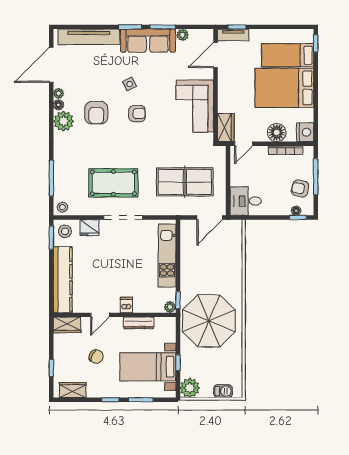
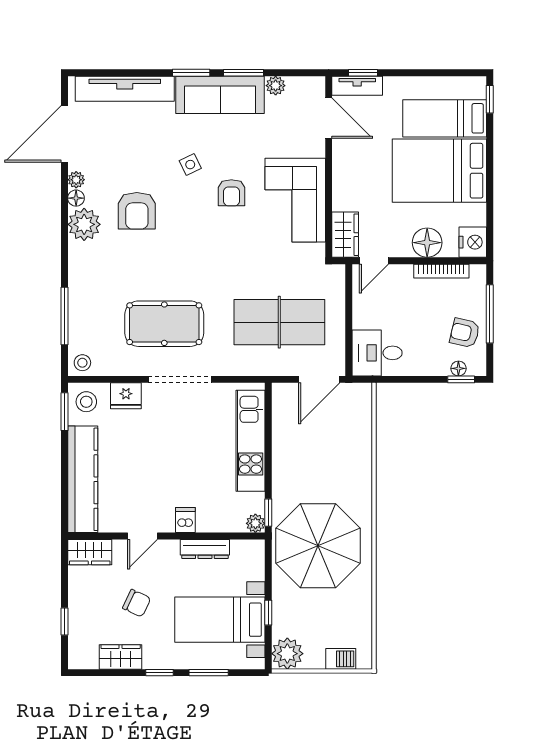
door: (216, 55) -> (329, 118), swing flipped
armchair: (137, 114) -> (231, 193), moved, turned 90
wardrobe: (73, 390) -> (121, 657), moved

